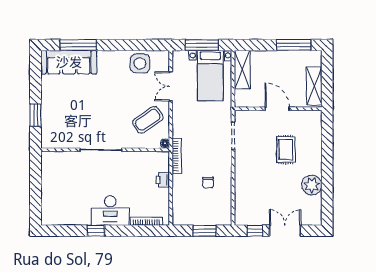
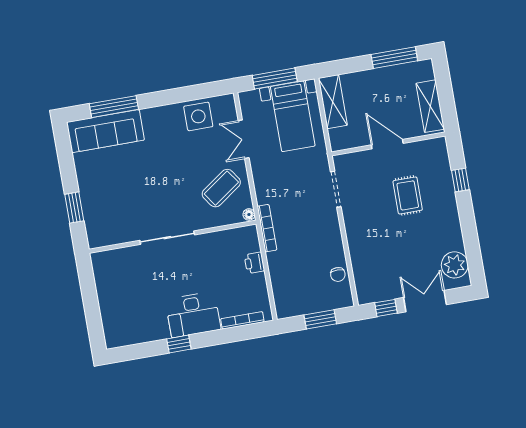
window: (327, 145) -> (460, 180), added
chair: (208, 182) -> (338, 274), moved
plant: (312, 185) -> (455, 265), moved

